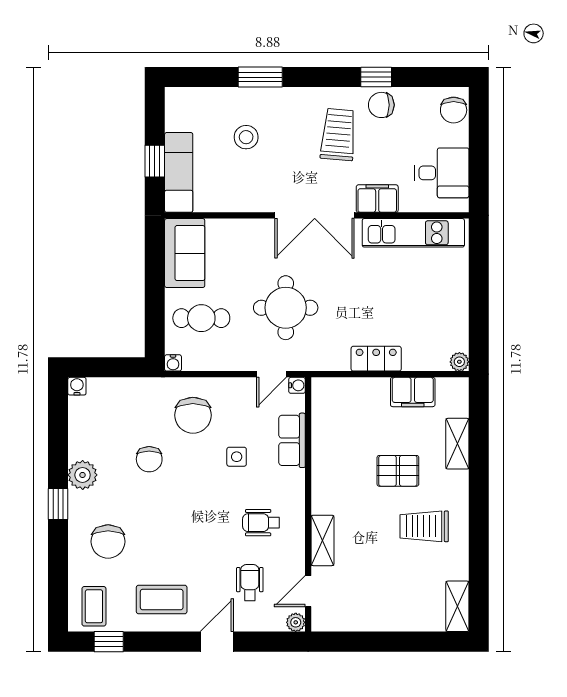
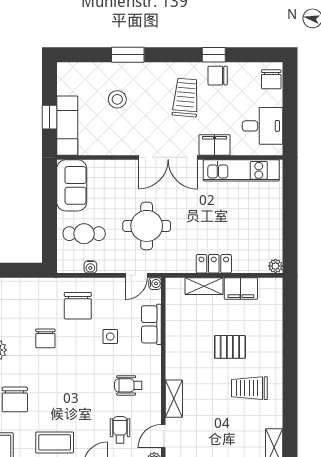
water cooler: (173, 363) -> (90, 267), moved
shelving: (457, 444) -> (204, 286), moved, turned 90

